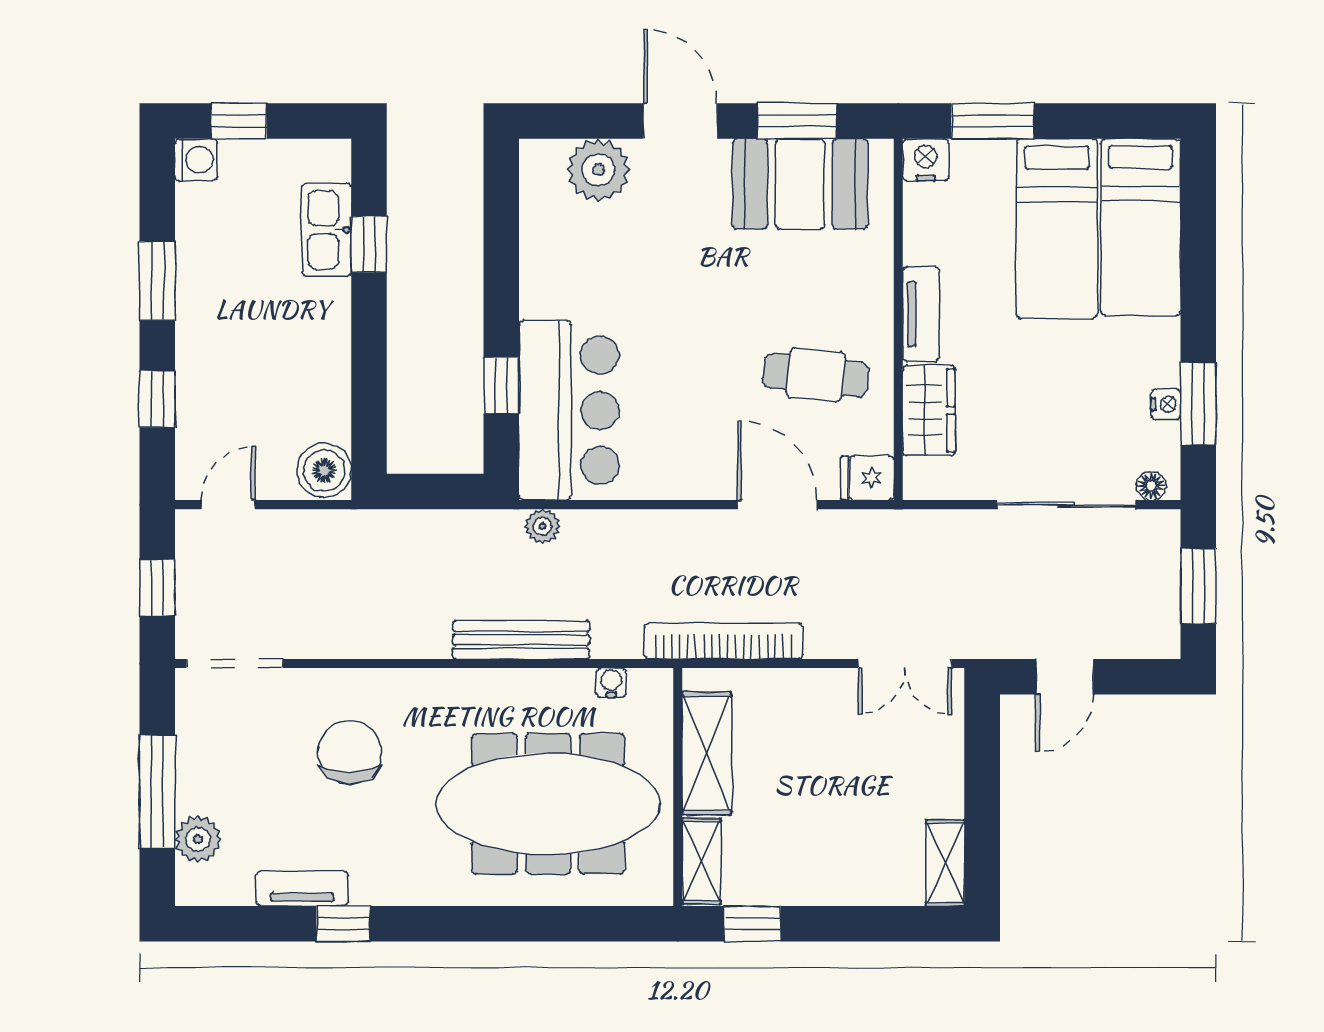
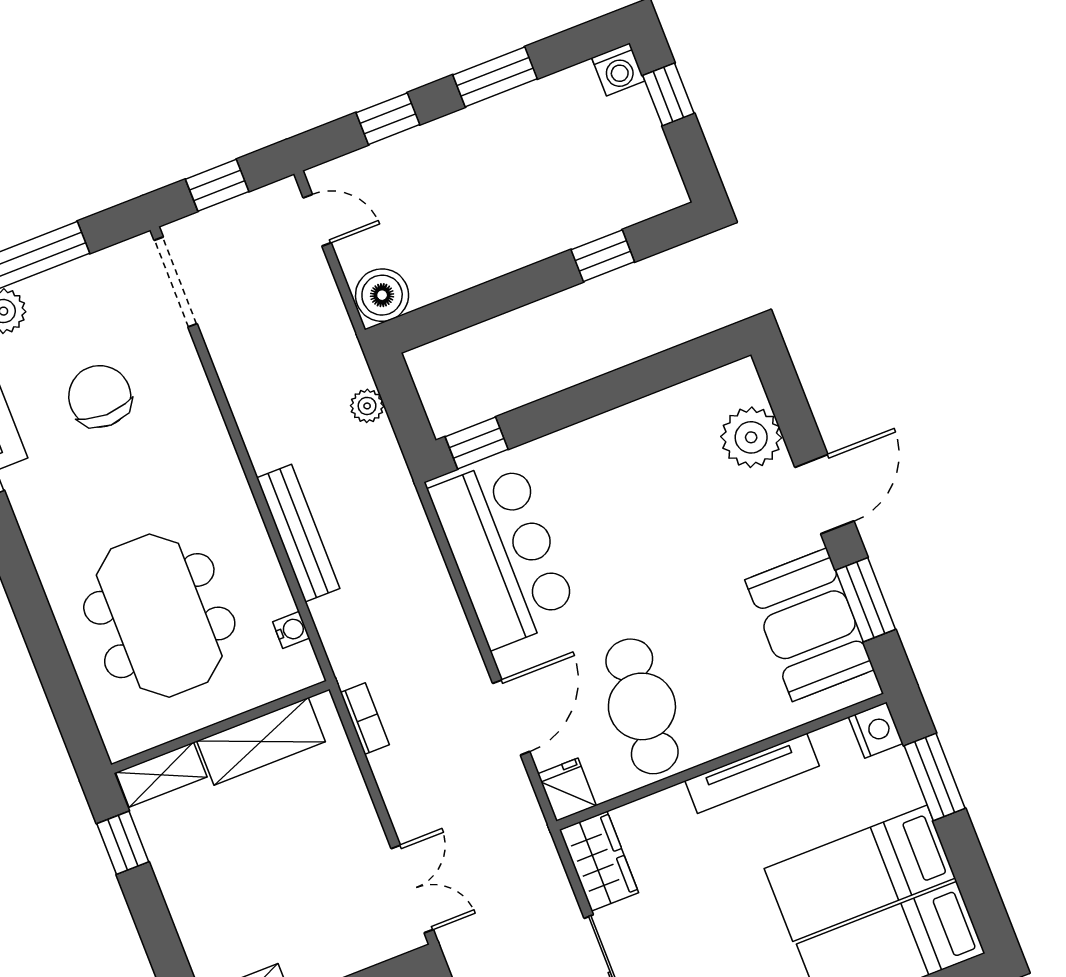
kitchen sink: (327, 230) -> (601, 212), removed
tv unit: (921, 314) -> (752, 773), width x1.41
cafe table: (816, 375) -> (642, 706), width x1.37, depth x1.35
window: (501, 385) -> (477, 443), moved
bar counter: (569, 410) -> (503, 553), moved, turned -90
wardrobe: (929, 410) -> (599, 861), moved, turned -90
plant: (542, 526) -> (367, 406), moved
bookcase: (724, 641) -> (365, 719), width x0.43, depth x0.76
double door: (905, 663) -> (412, 889), swing flipped
chair: (350, 752) -> (100, 396), moved, turned -90
meeting table: (548, 804) -> (159, 616), width x0.73

